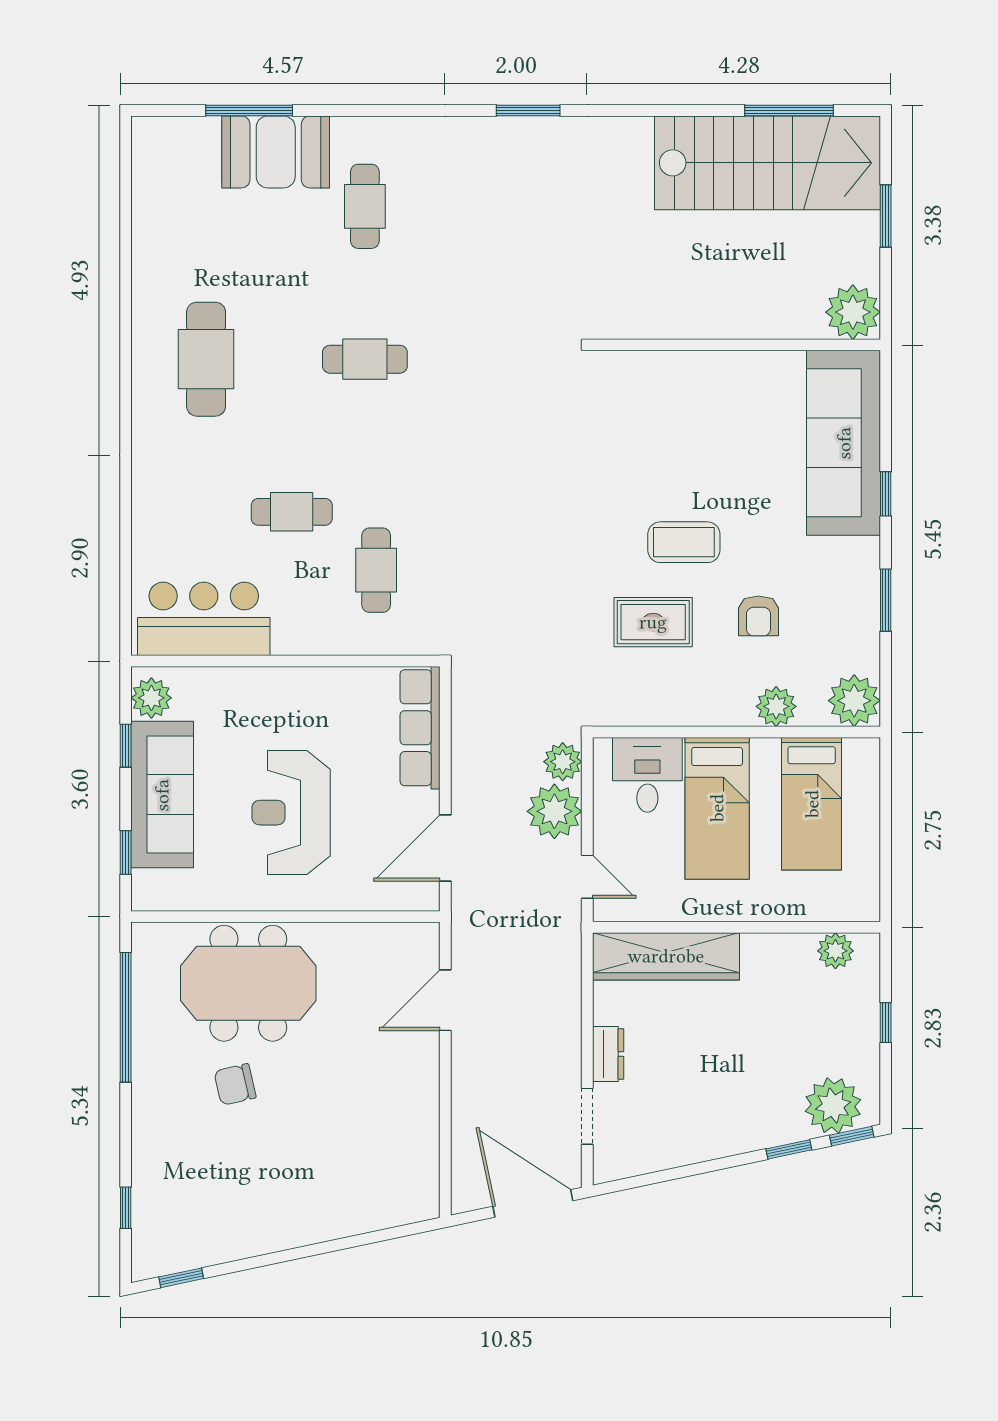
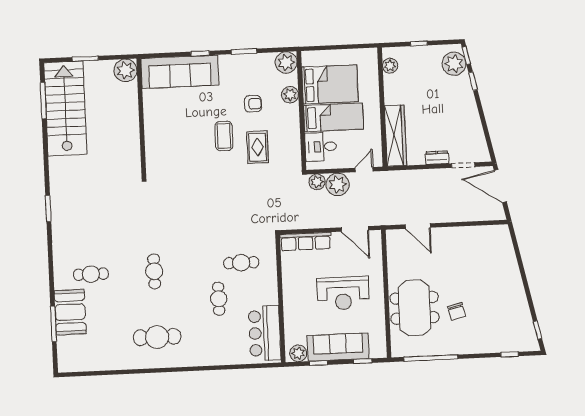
bed: (812, 804) -> (330, 84), width x1.50
door: (533, 1203) -> (500, 186), hinge flipped

